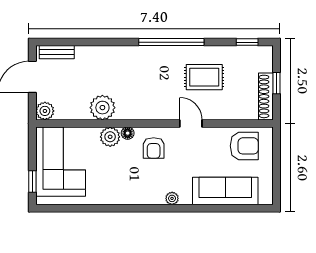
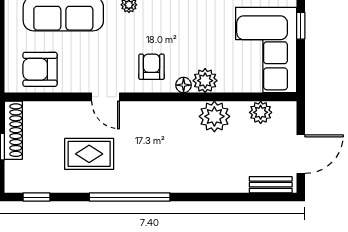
plant: (45, 111) -> (261, 112), moved

